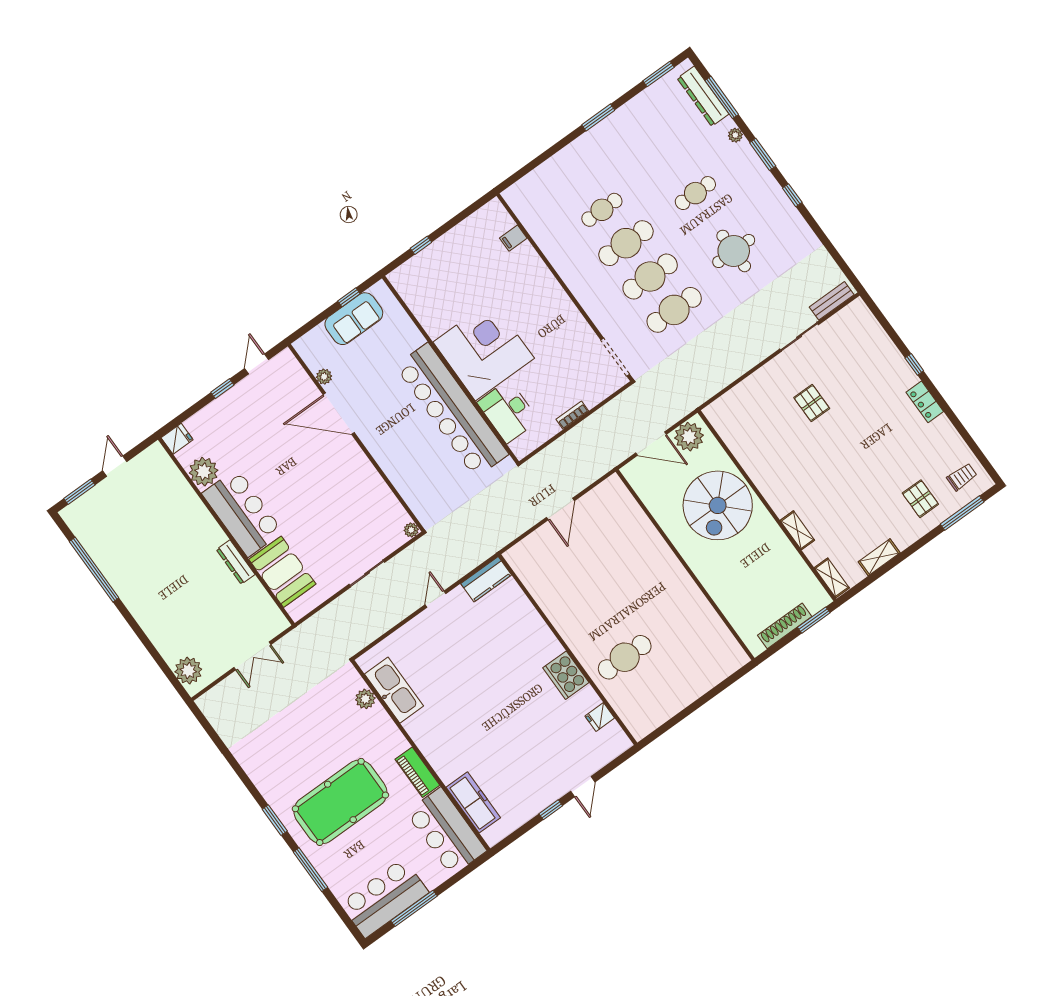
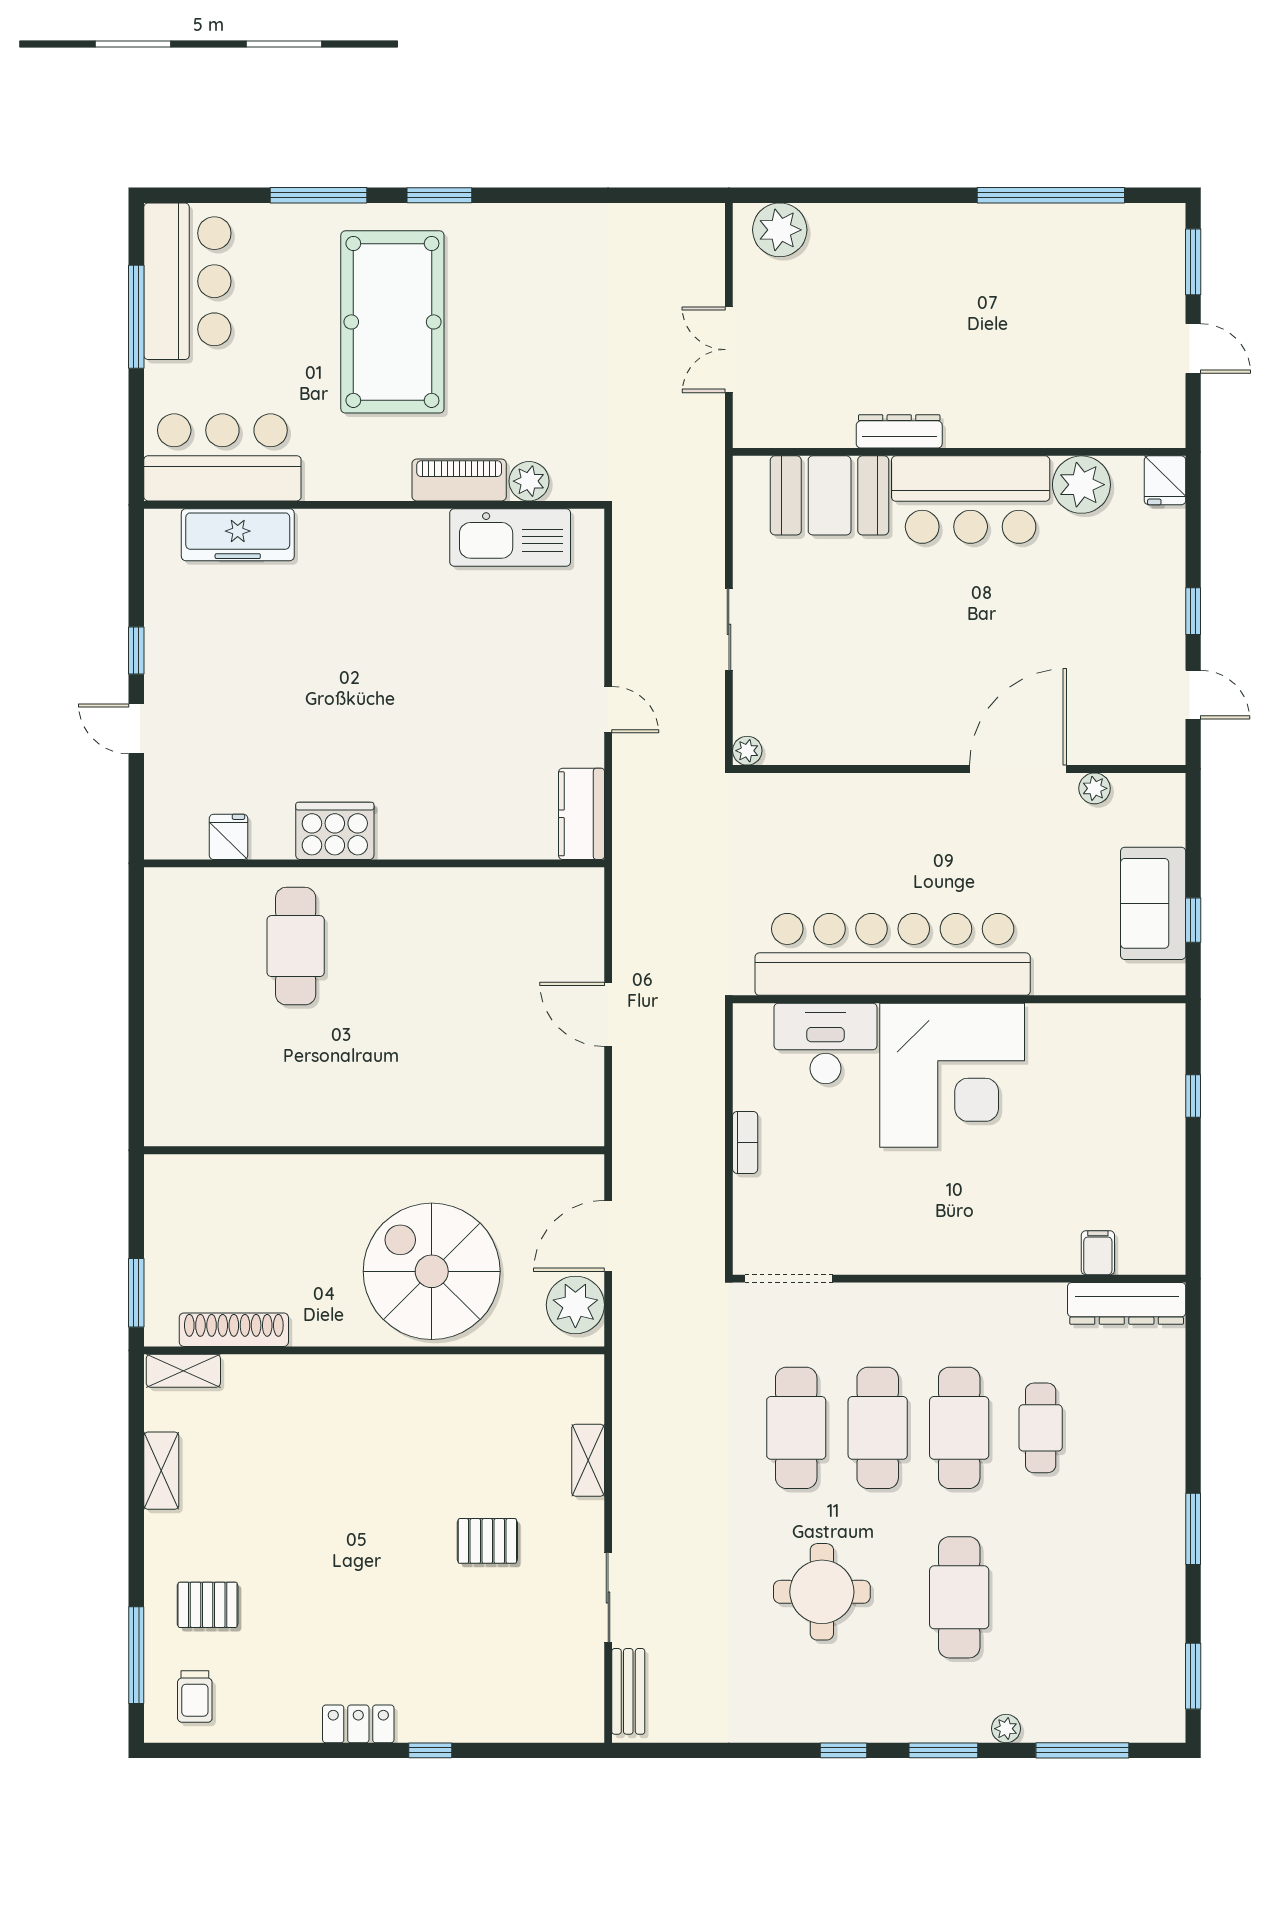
dresser: (703, 96) -> (1127, 1303), moved, turned 180
cafe table: (695, 193) -> (959, 1597), width x1.37, depth x1.35
shelving: (797, 530) -> (588, 1460), moved, turned 90
shoe rack: (785, 626) -> (234, 1330), moved, turned -90
piano: (417, 772) -> (459, 480), moved

